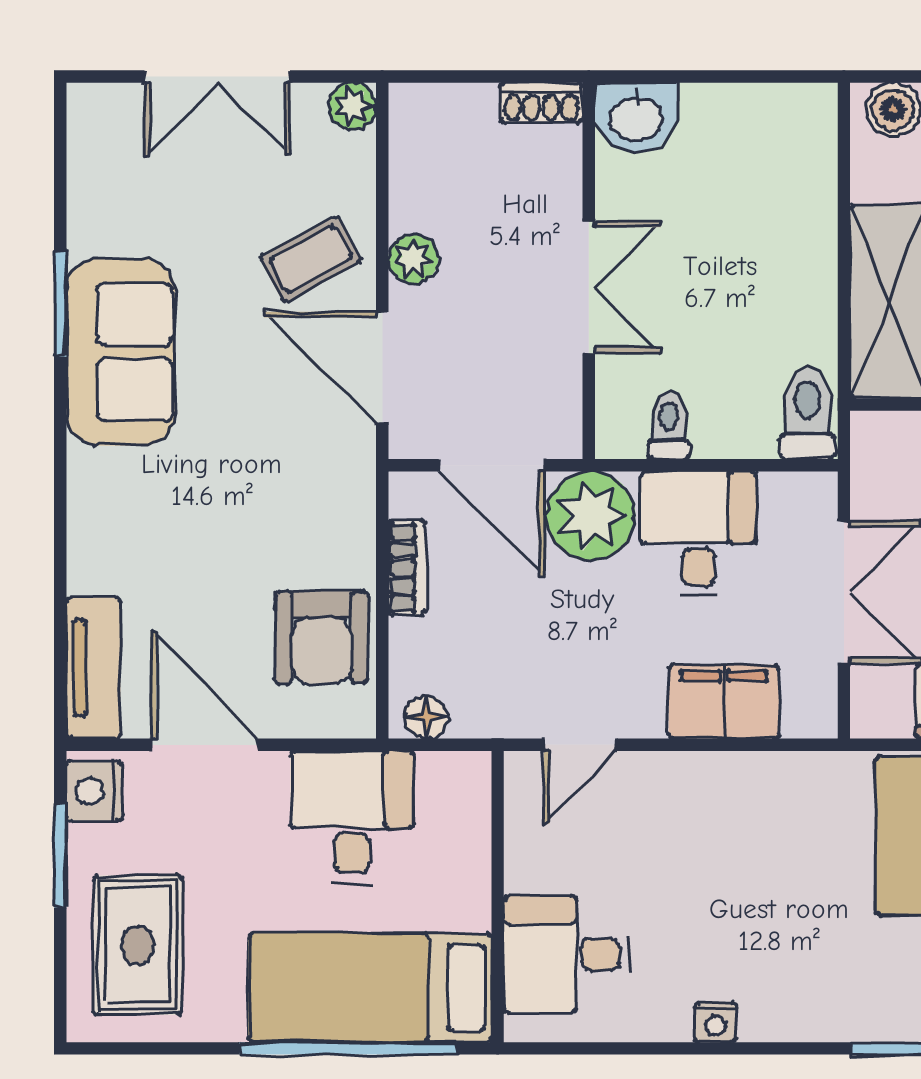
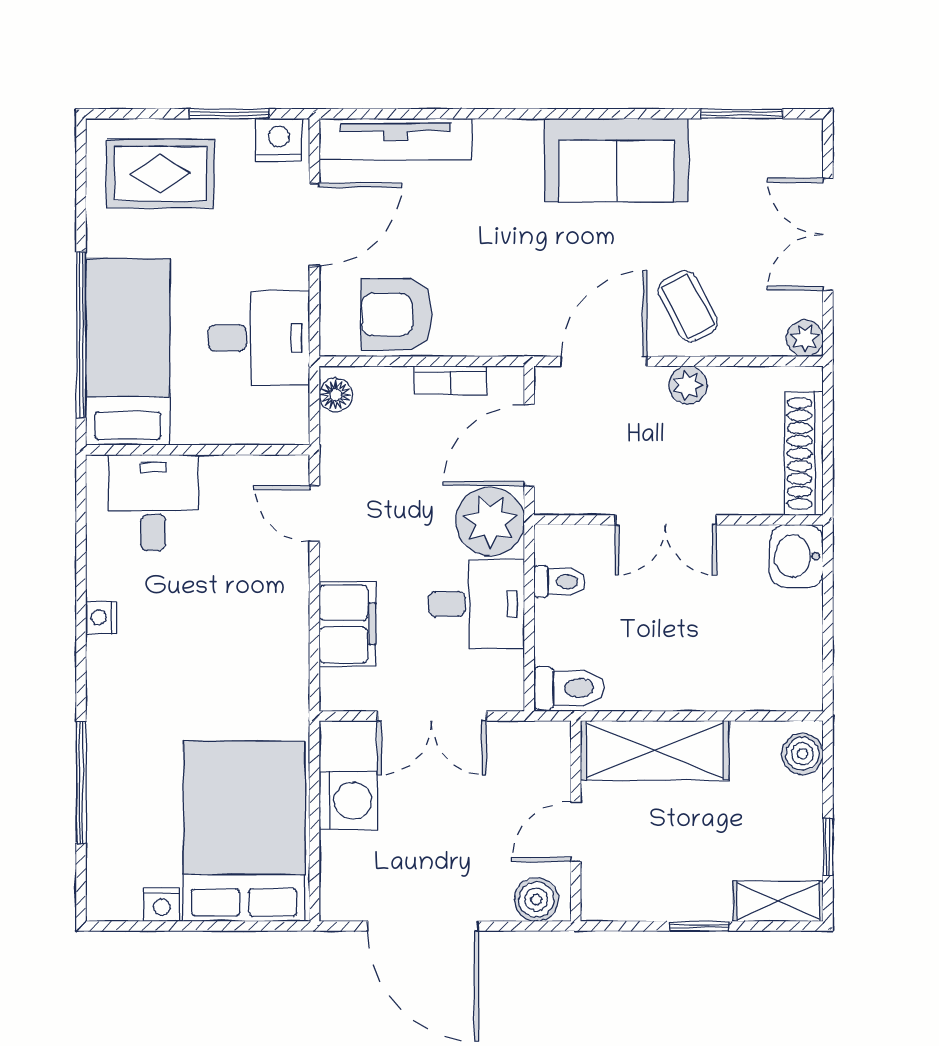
shoe rack: (541, 103) -> (804, 453), width x1.94, depth x1.24
window: (60, 303) -> (742, 114), moved
tv unit: (93, 668) -> (396, 139), width x1.41

